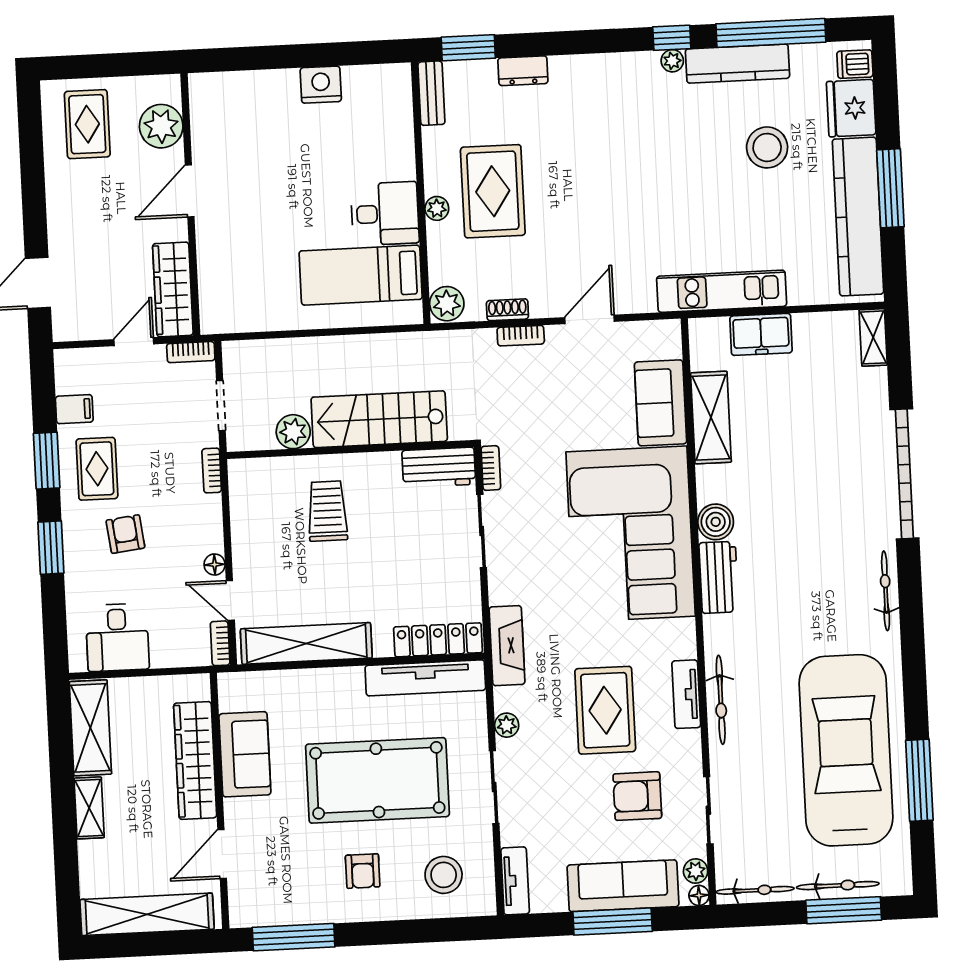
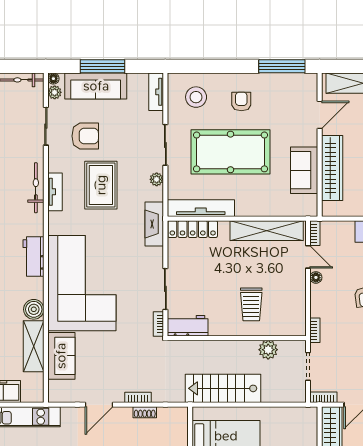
plant: (447, 304) -> (179, 417), removed
stairs: (379, 419) -> (223, 388), moved, turned 180
boiler: (716, 522) -> (34, 309), moved

